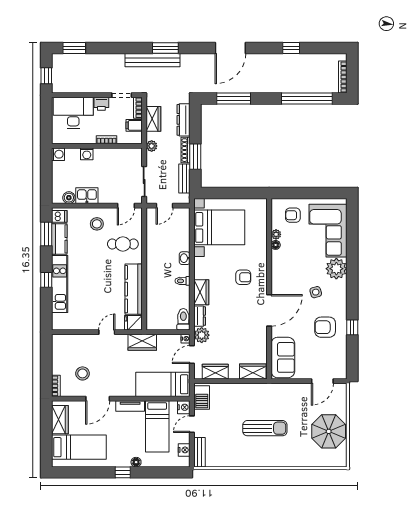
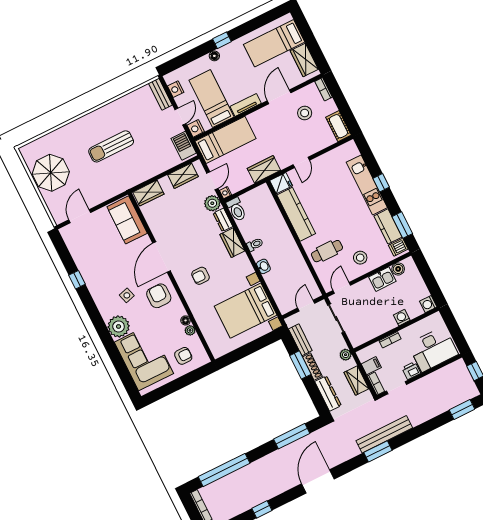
armchair: (325, 327) -> (159, 296), moved, turned -90
cot: (59, 347) -> (338, 126), added

